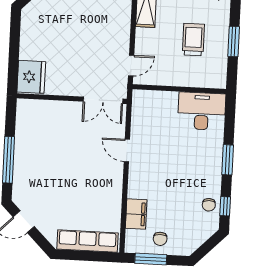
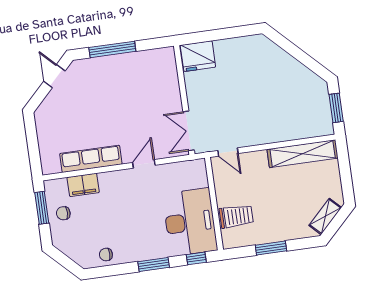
trolley: (193, 40) -> (236, 216), moved
desk: (202, 111) -> (190, 222), width x1.36, depth x1.30
window: (225, 206) -> (196, 258), moved
row of seats: (87, 241) -> (91, 159), moved, turned -90

